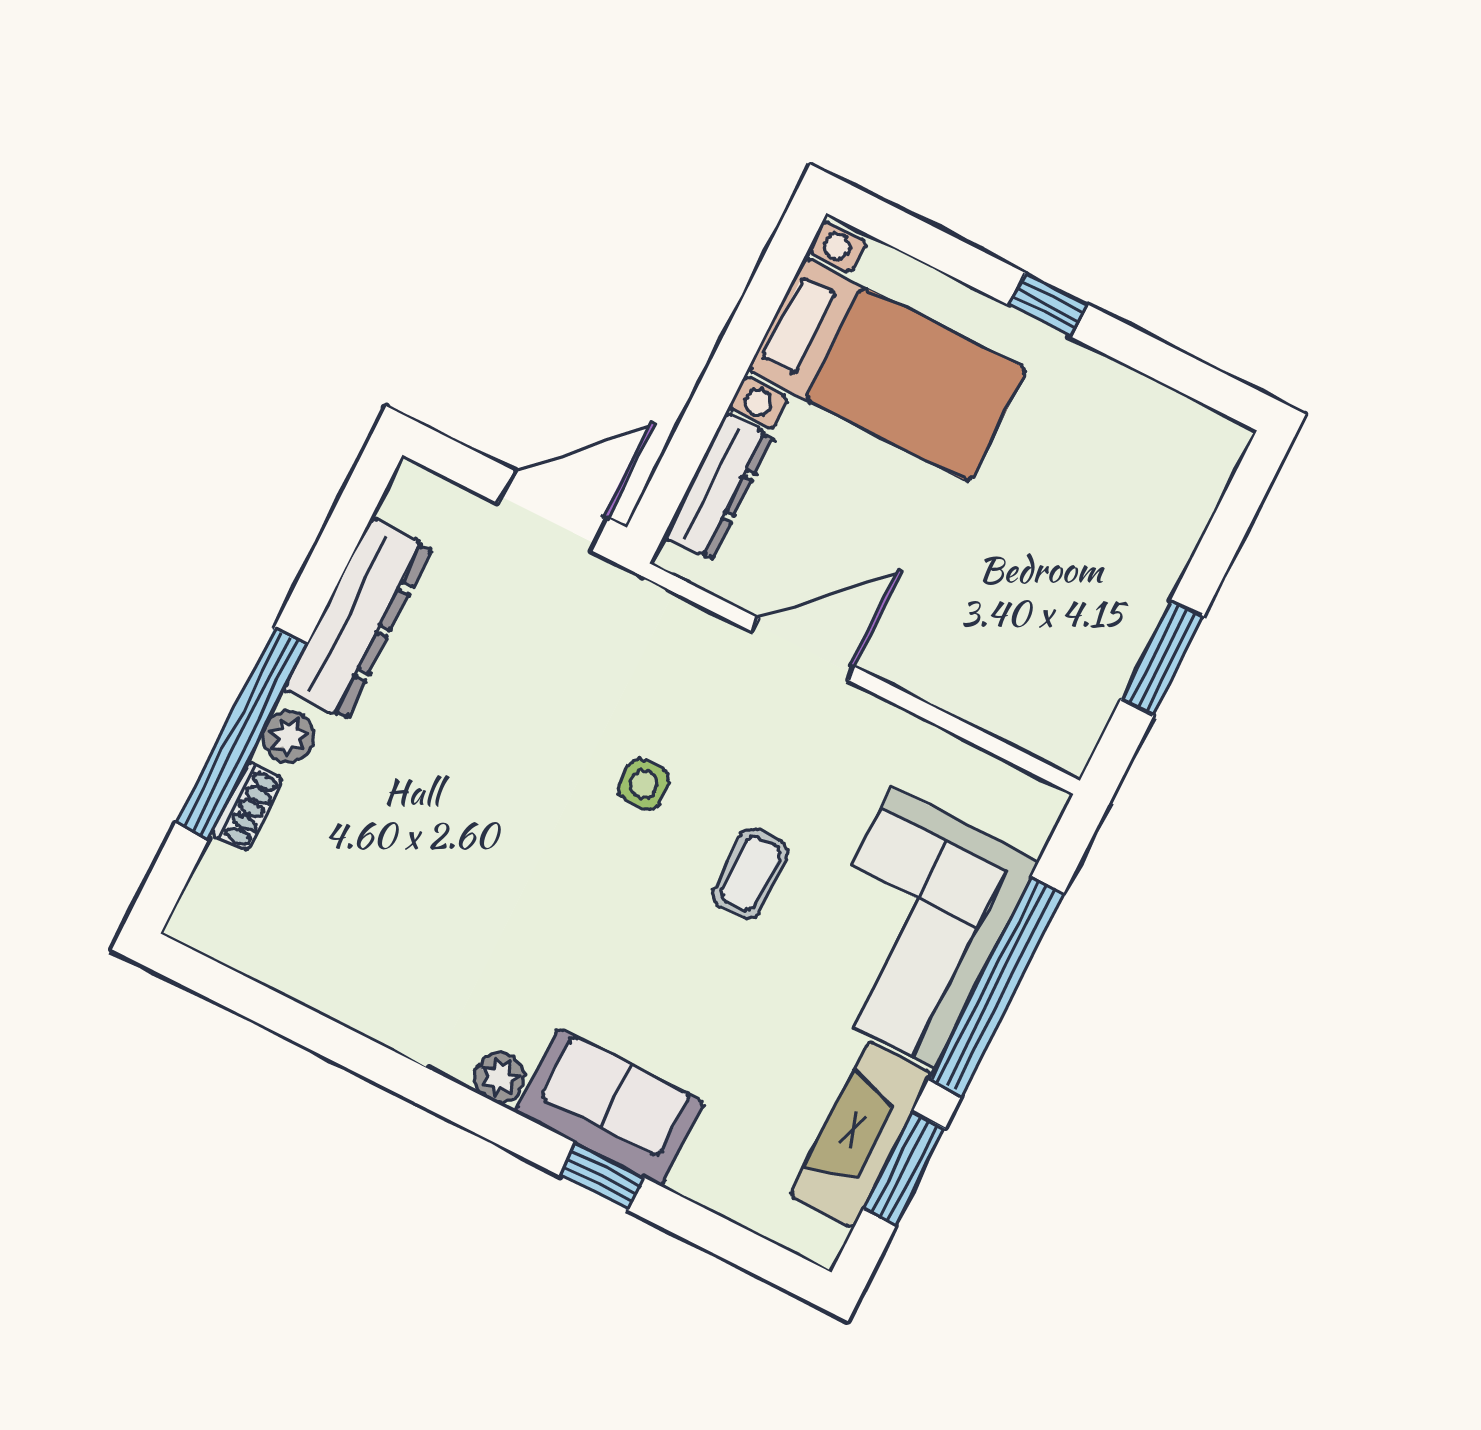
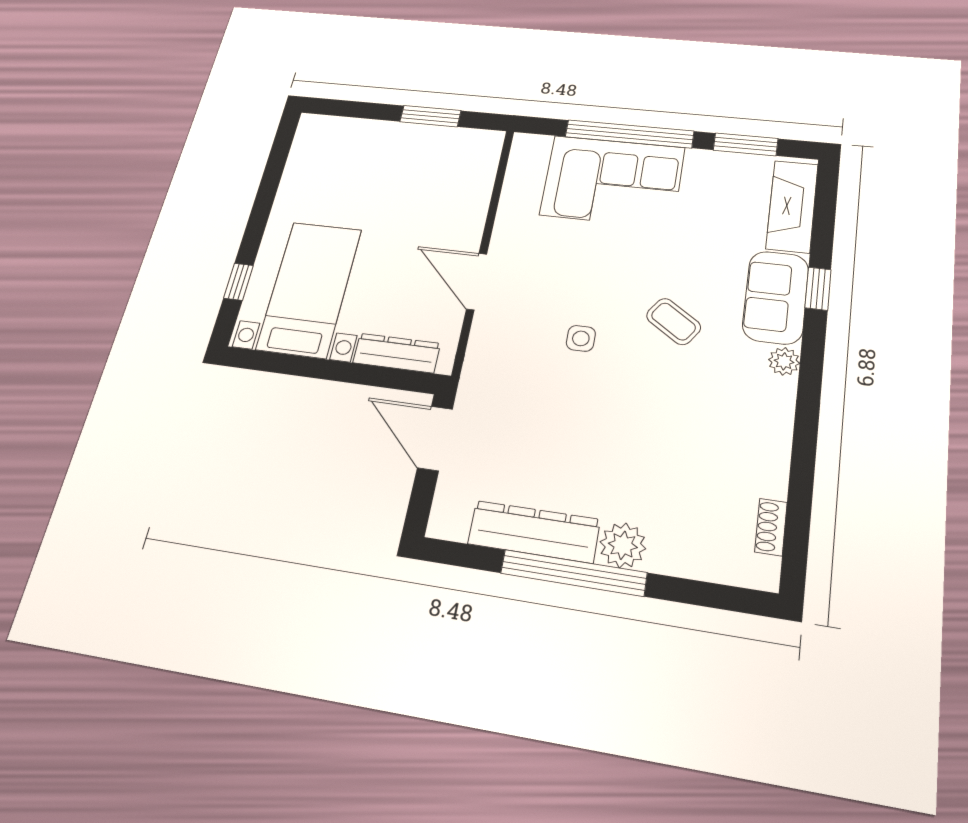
window: (1048, 305) -> (238, 282), moved
window: (241, 734) -> (573, 573), moved
plant: (288, 736) -> (623, 545), width x1.38, depth x1.38
shoe rack: (247, 806) -> (771, 527), moved, turned -90
coffee table: (750, 873) -> (673, 321), moved, turned 34
fireplace: (861, 1135) -> (792, 206), moved, turned 90

